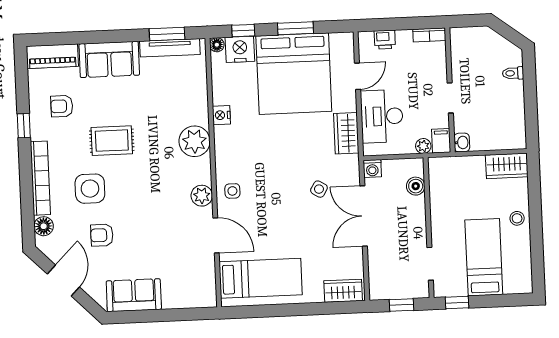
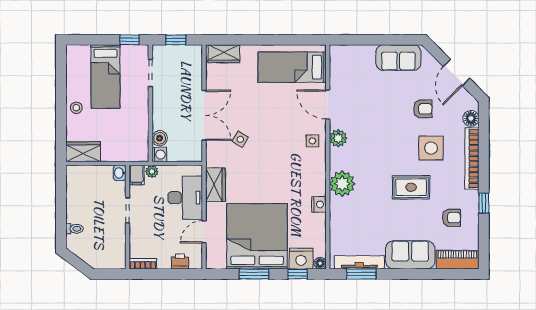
washing machine: (372, 169) -> (159, 154), moved, turned 90

